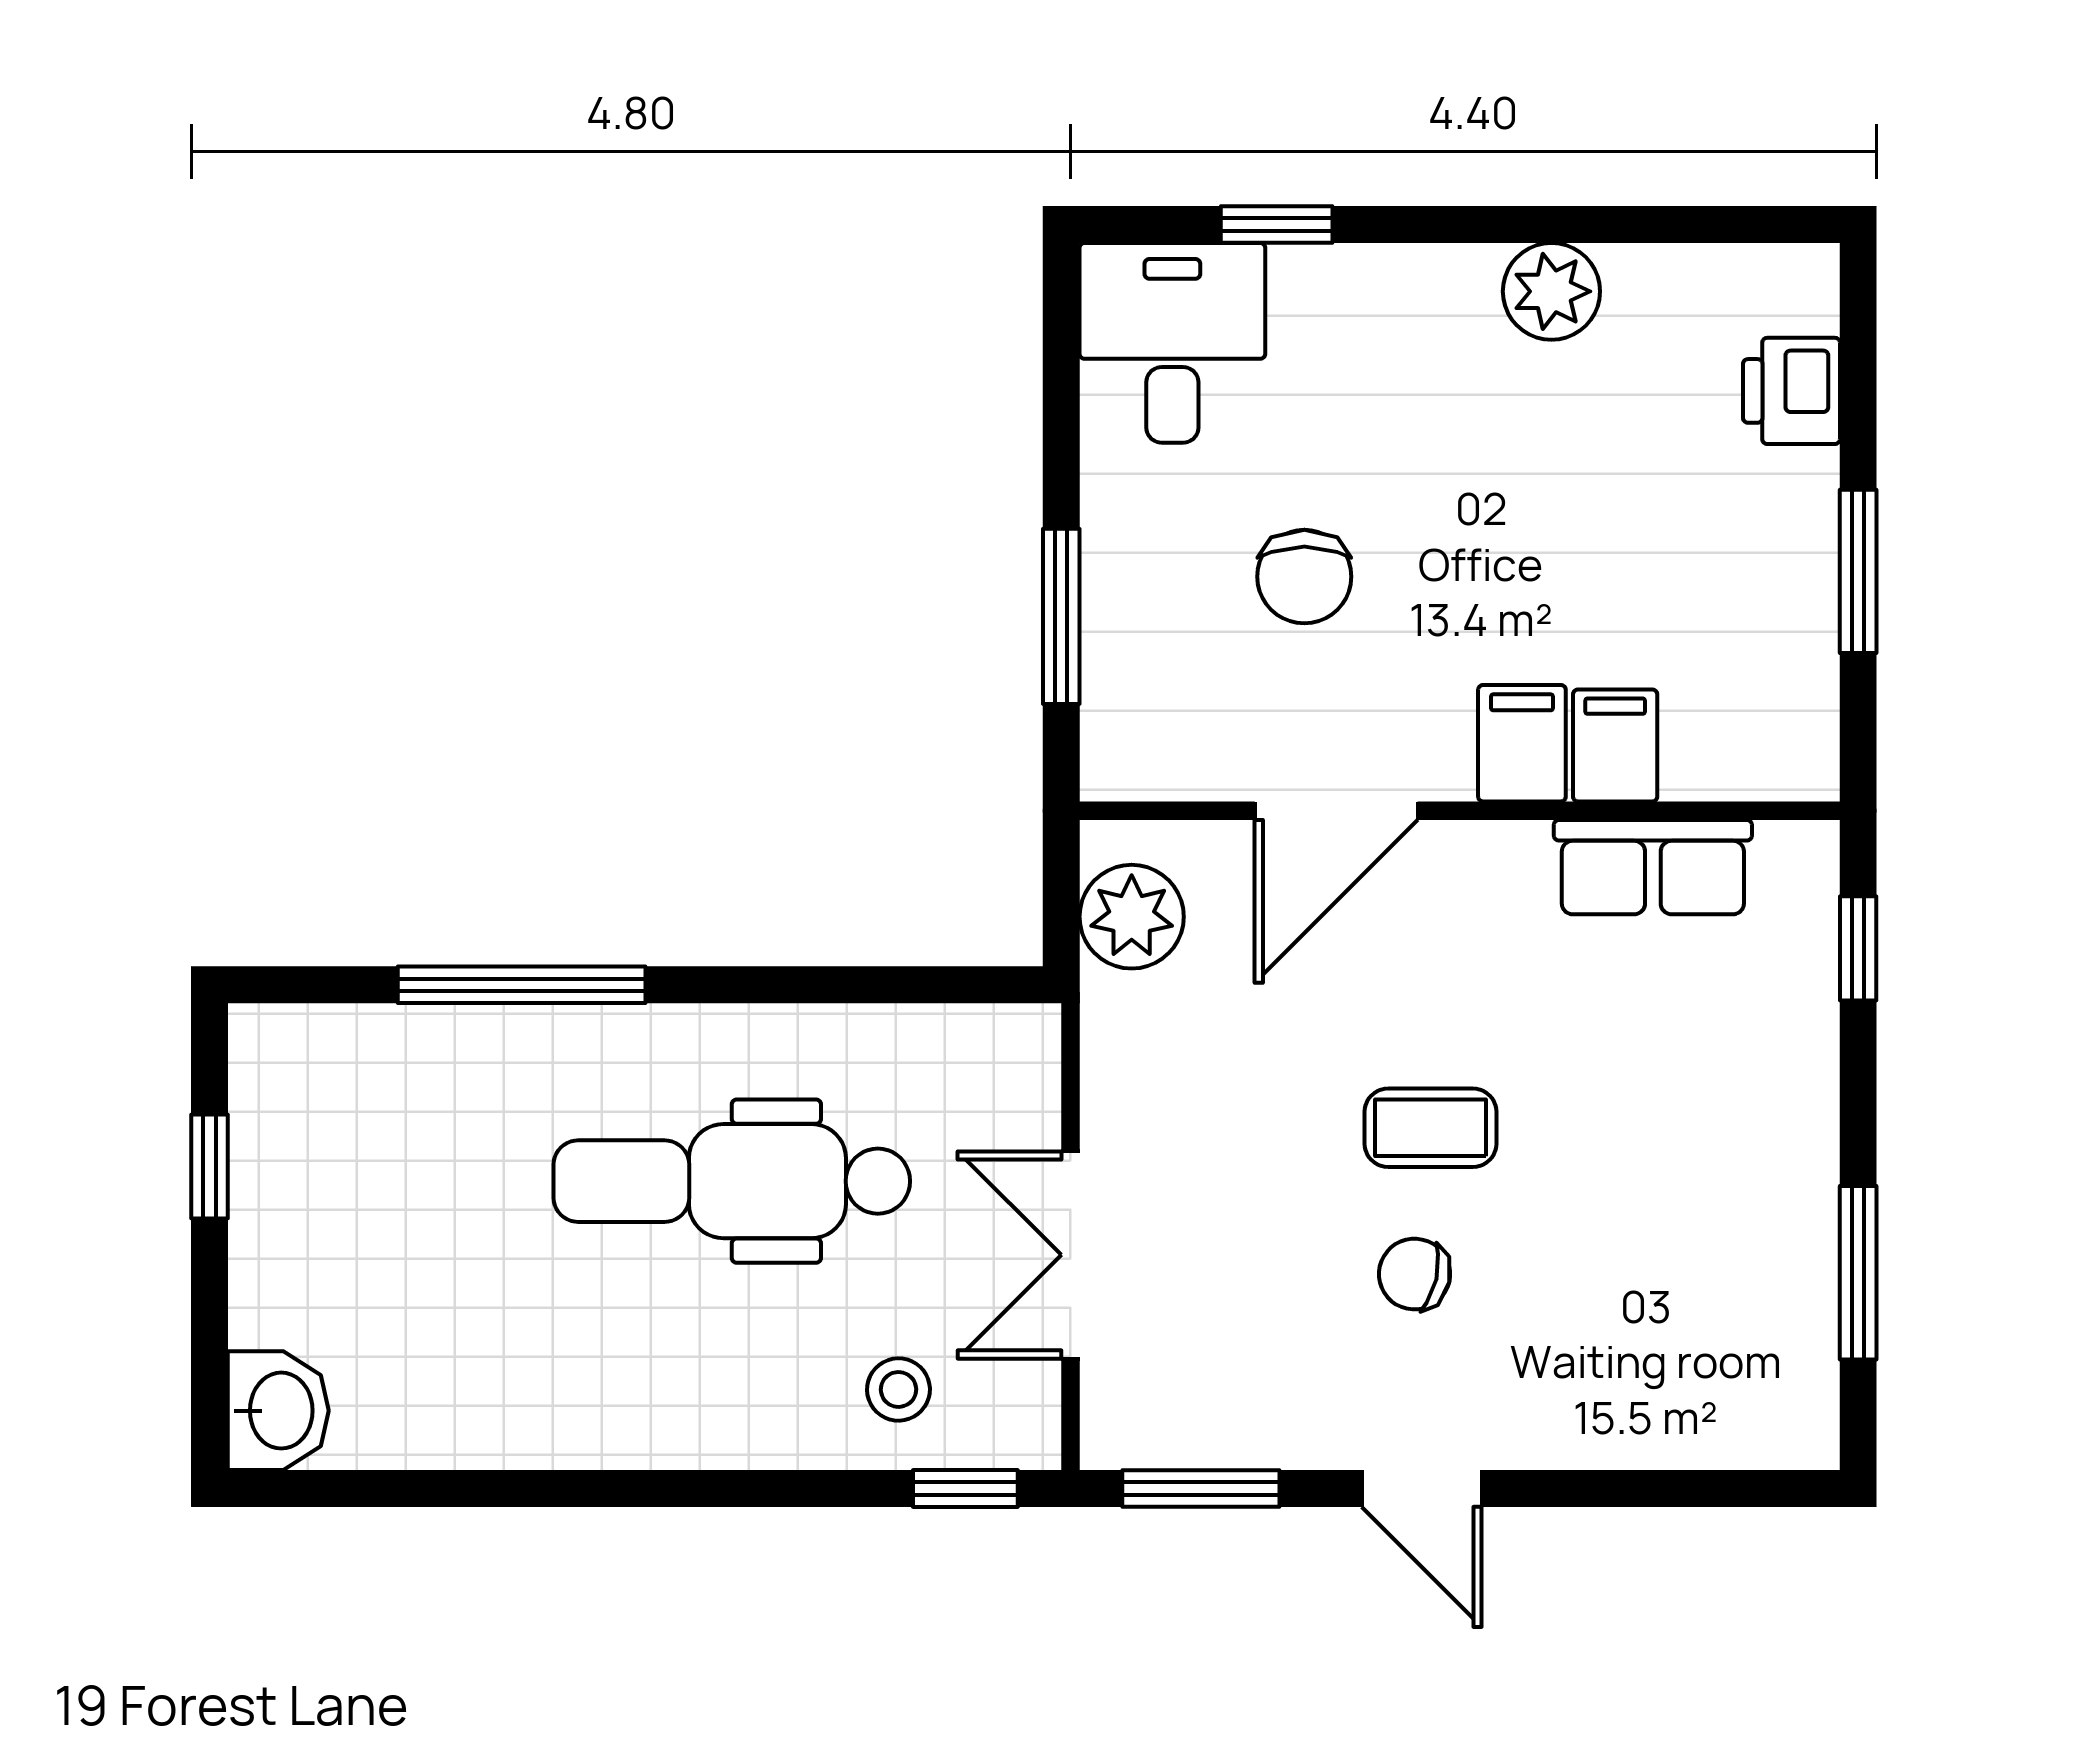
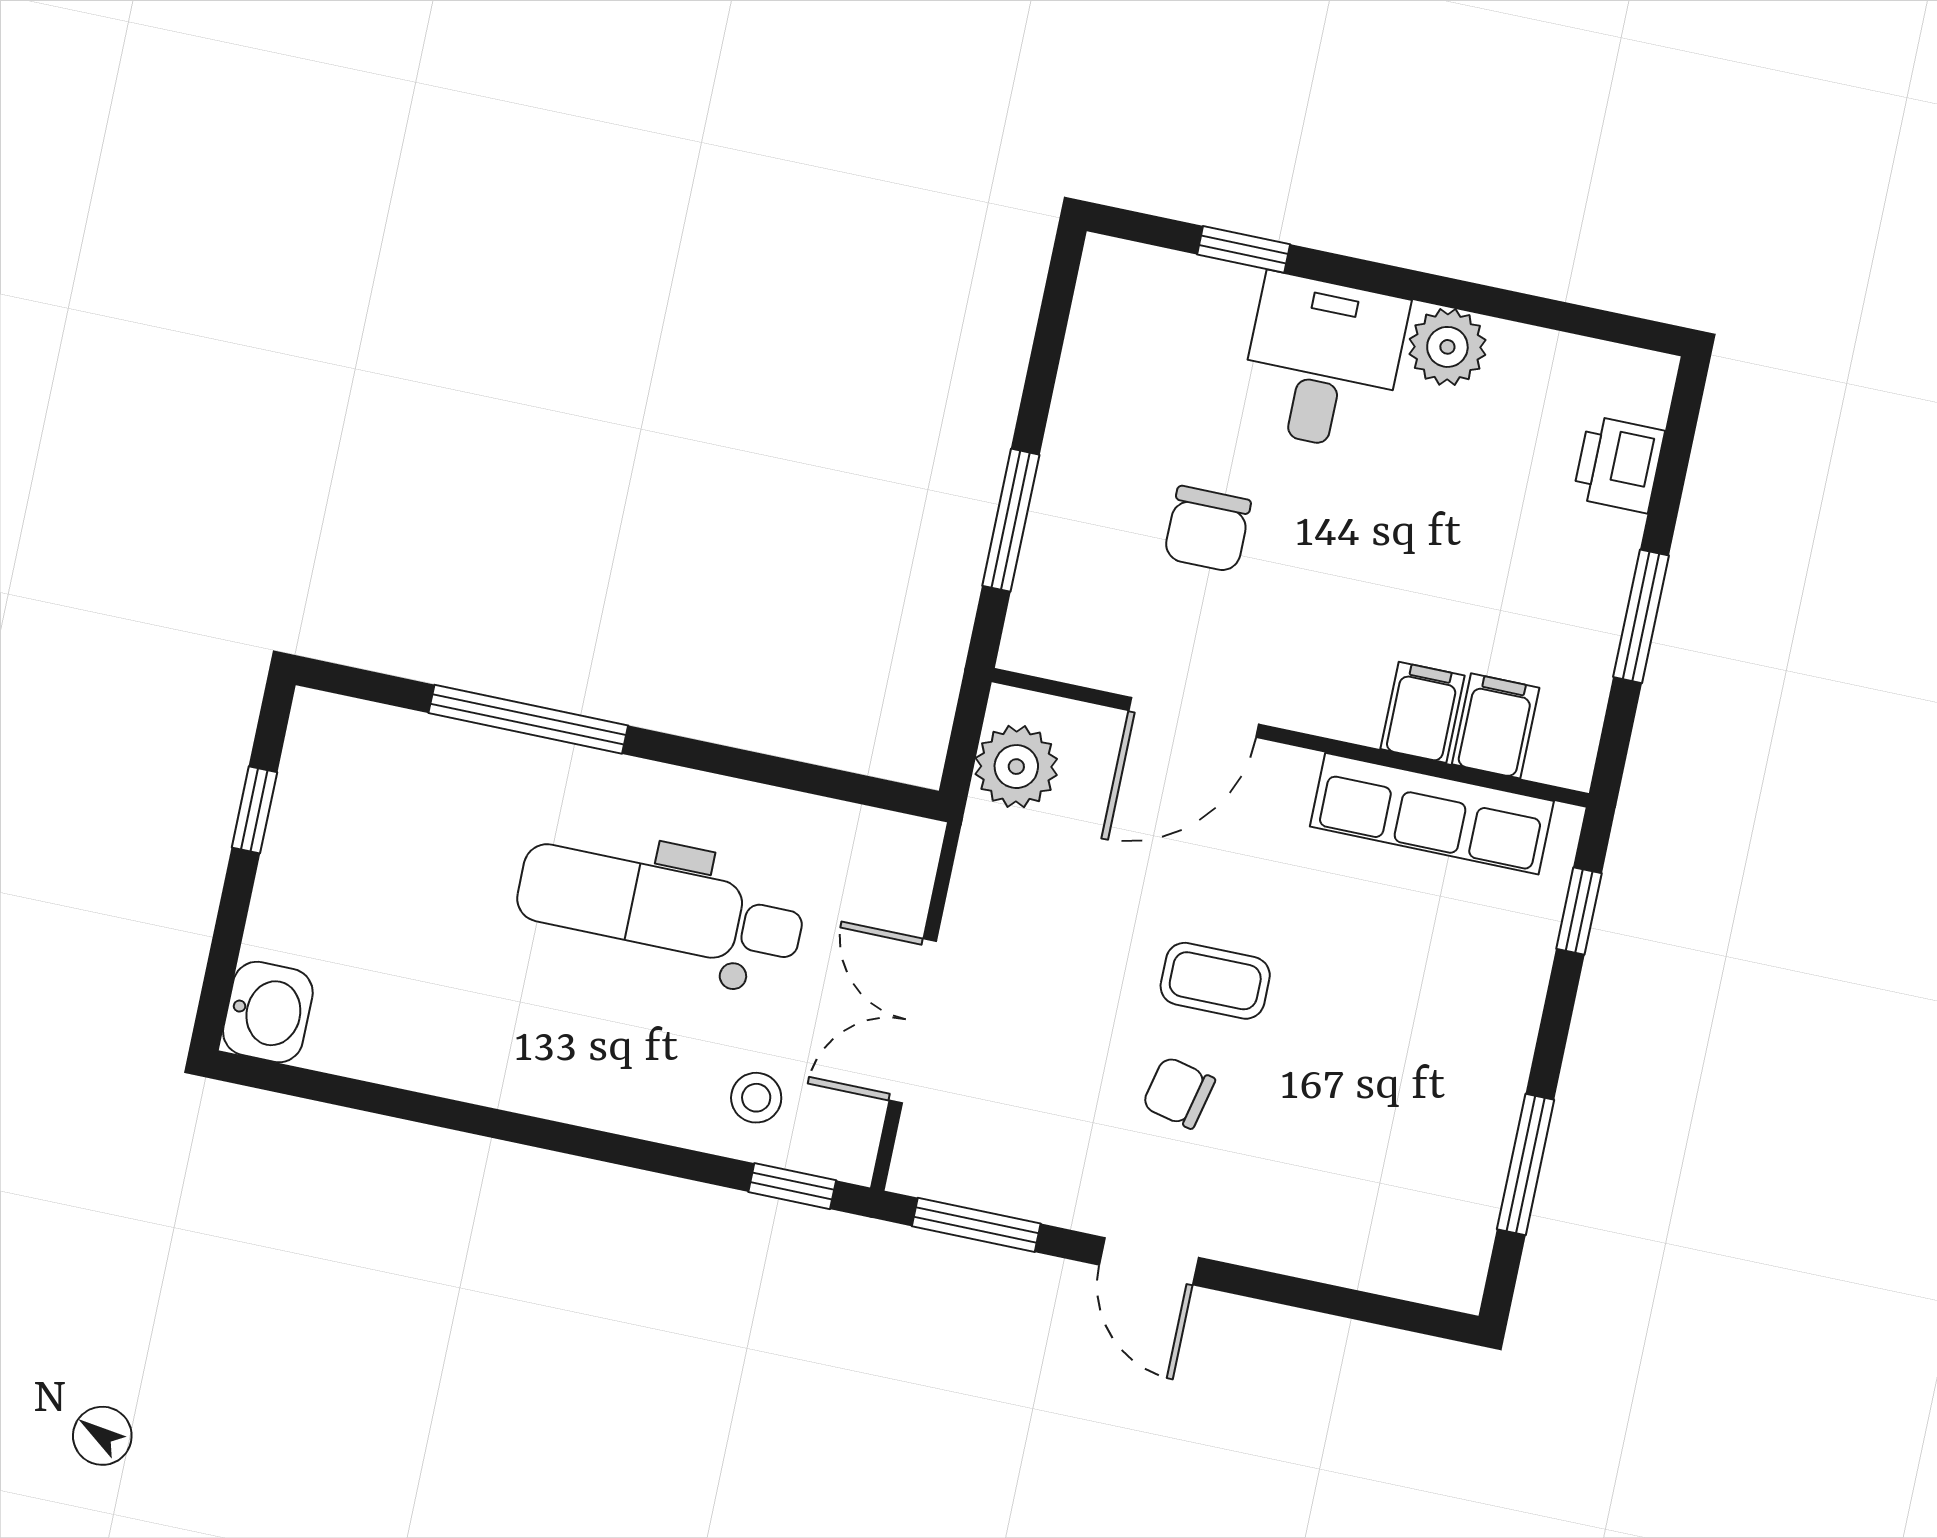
desk: (1172, 343) -> (1323, 363), moved
filing cabinet: (1522, 743) -> (1496, 726), moved
row of seats: (1653, 867) -> (1432, 814), width x1.48

